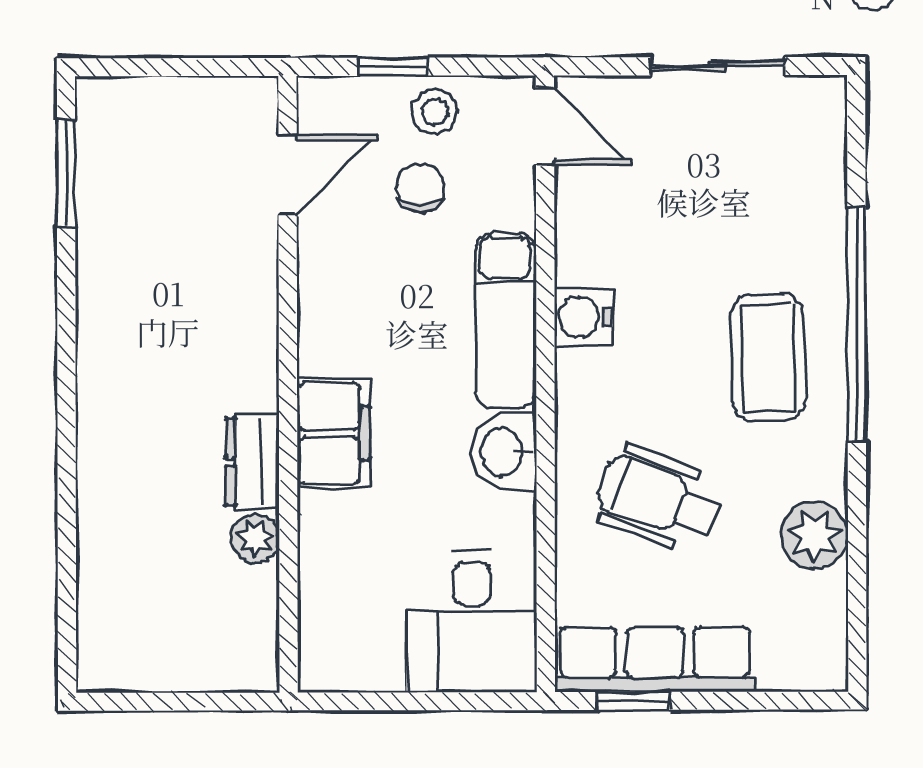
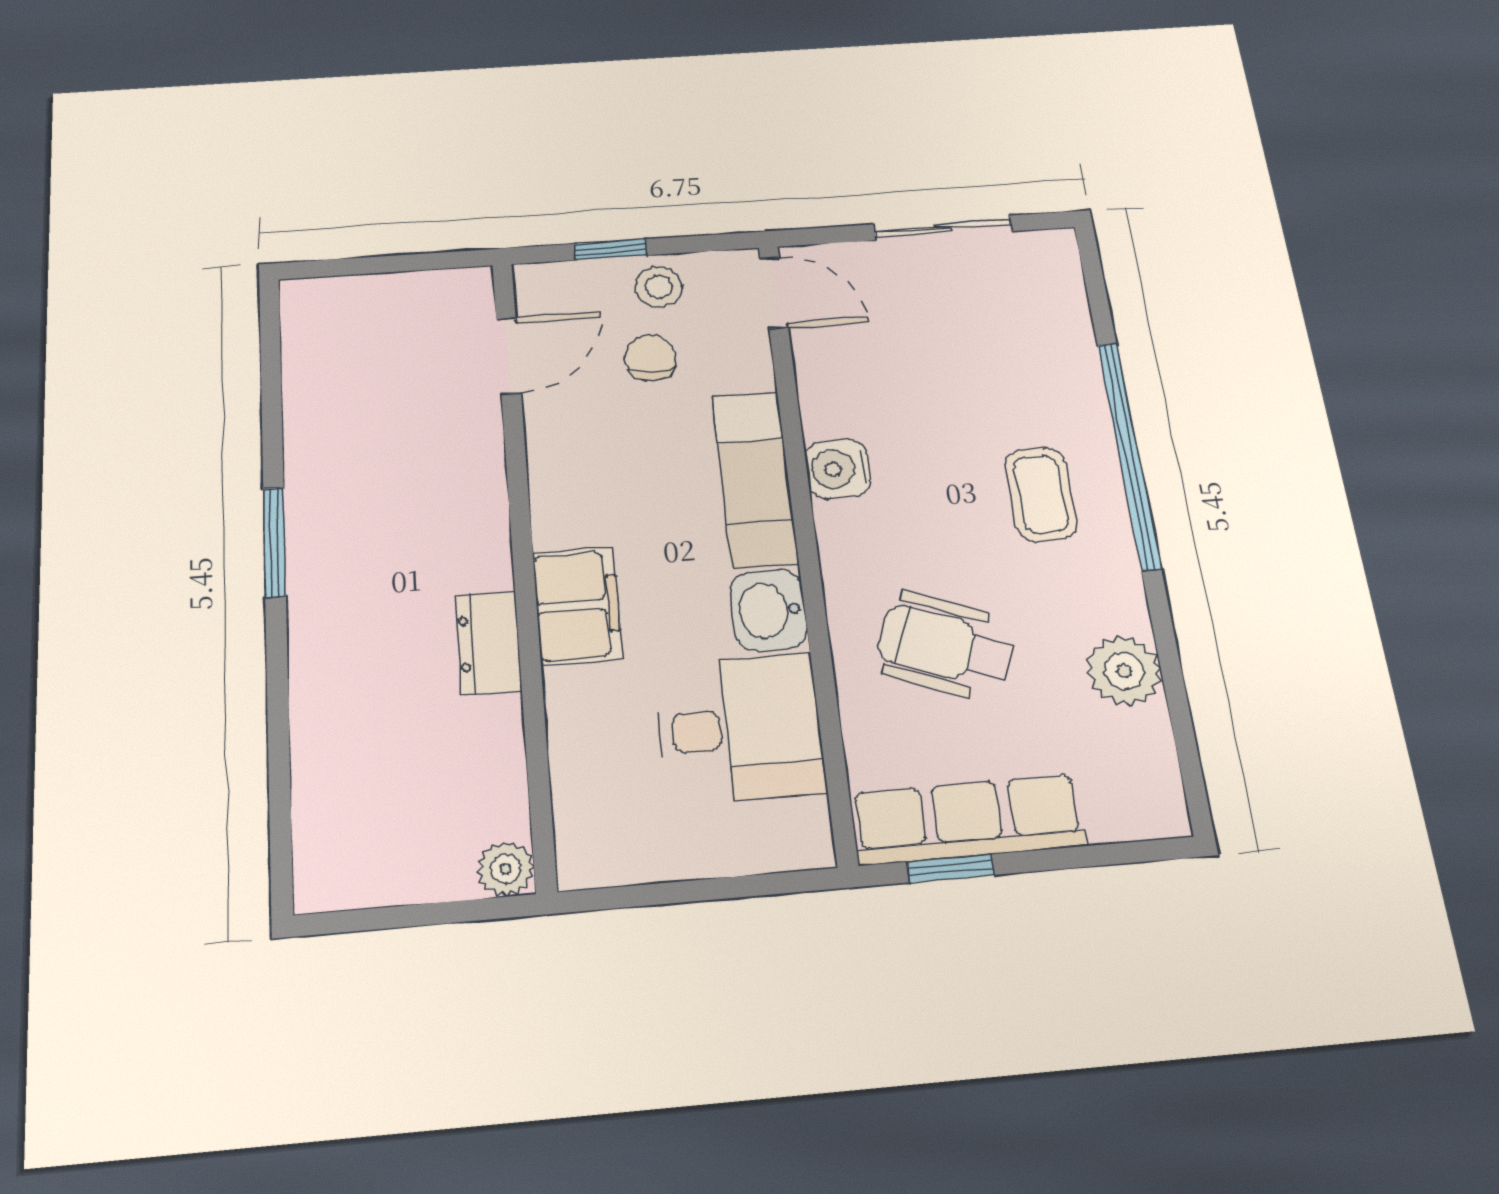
window: (66, 173) -> (274, 542), moved
coffee table: (768, 358) -> (1041, 494), width x0.73, depth x0.77
plant: (255, 539) -> (506, 869), moved
desk: (472, 622) -> (740, 728), moved, turned -90

